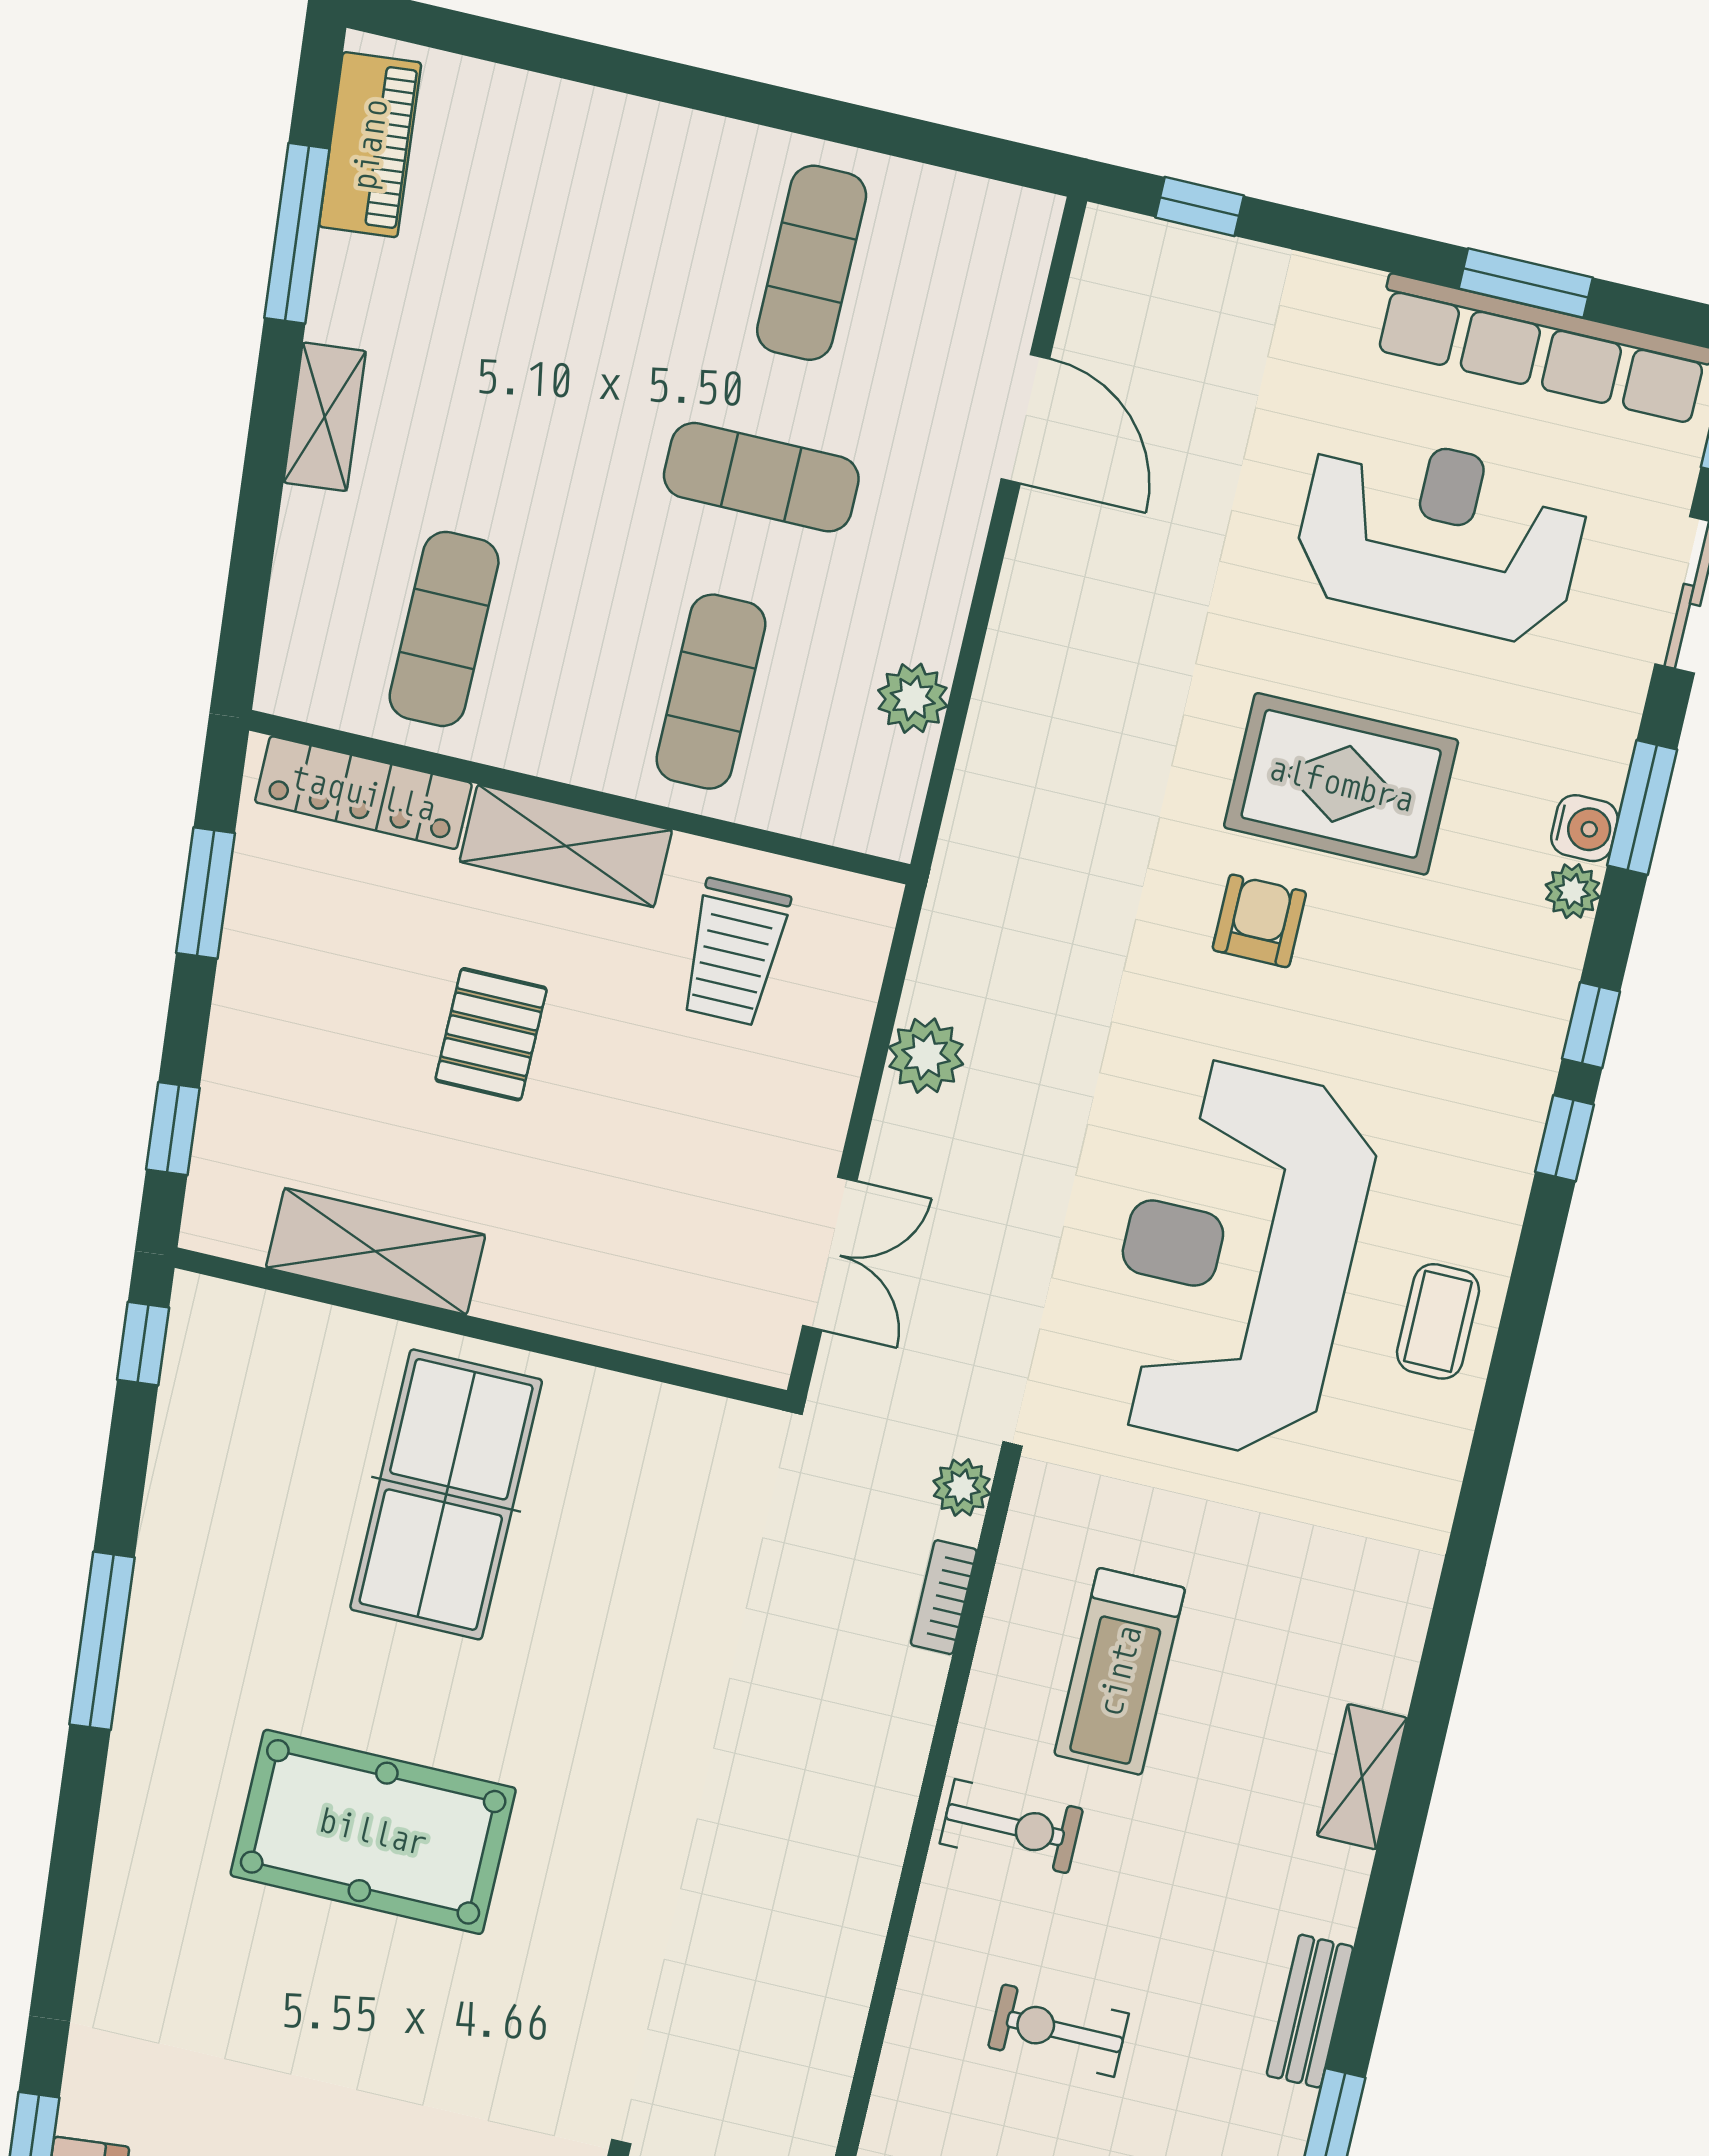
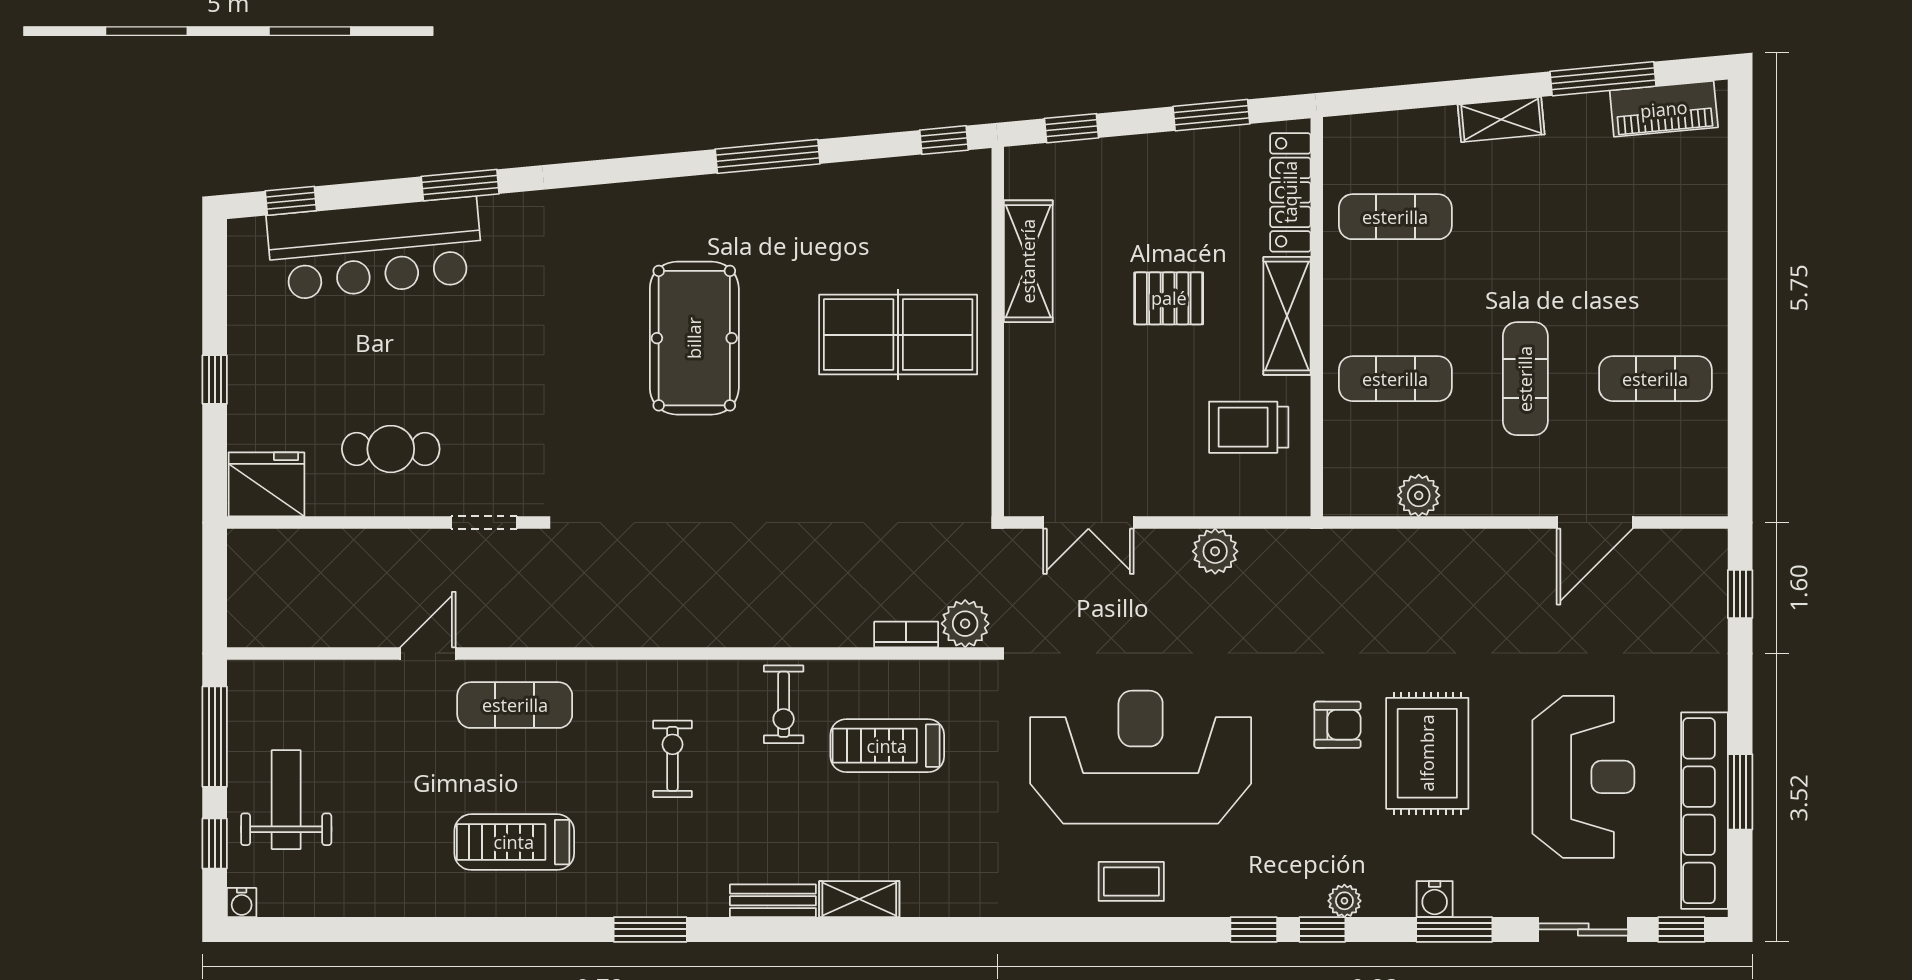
plant: (1573, 891) -> (1344, 901), moved
plant: (962, 1488) -> (965, 624), width x1.38, depth x1.38
bench: (1310, 2011) -> (773, 901), moved

